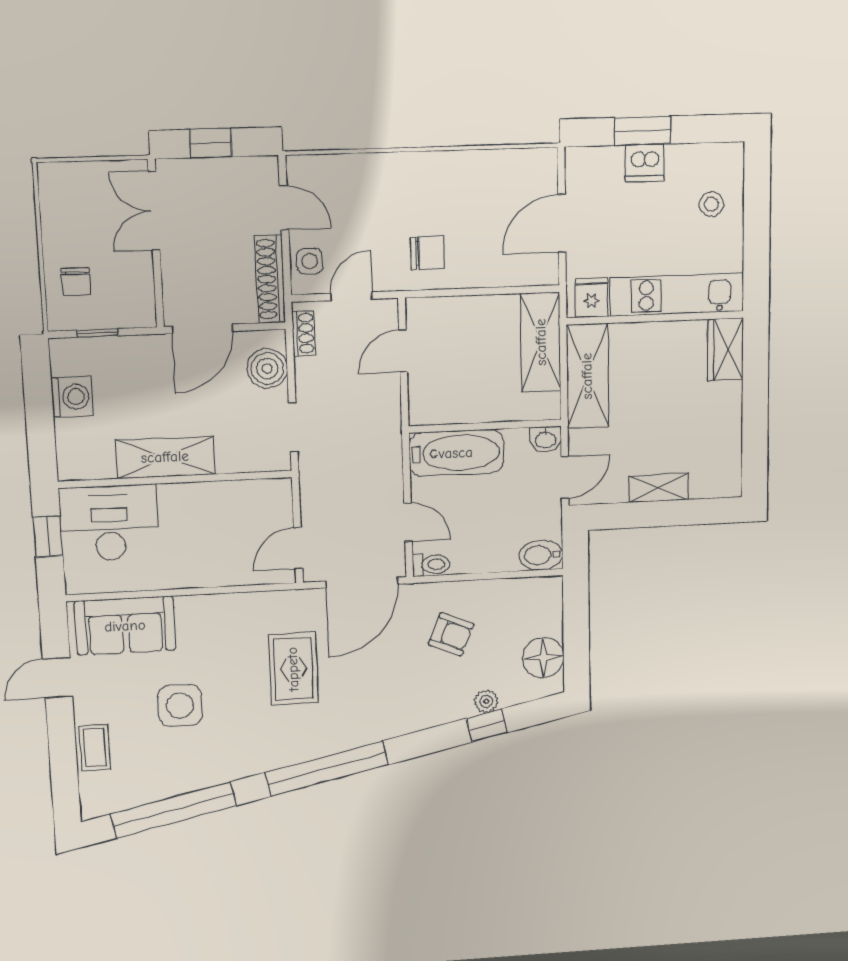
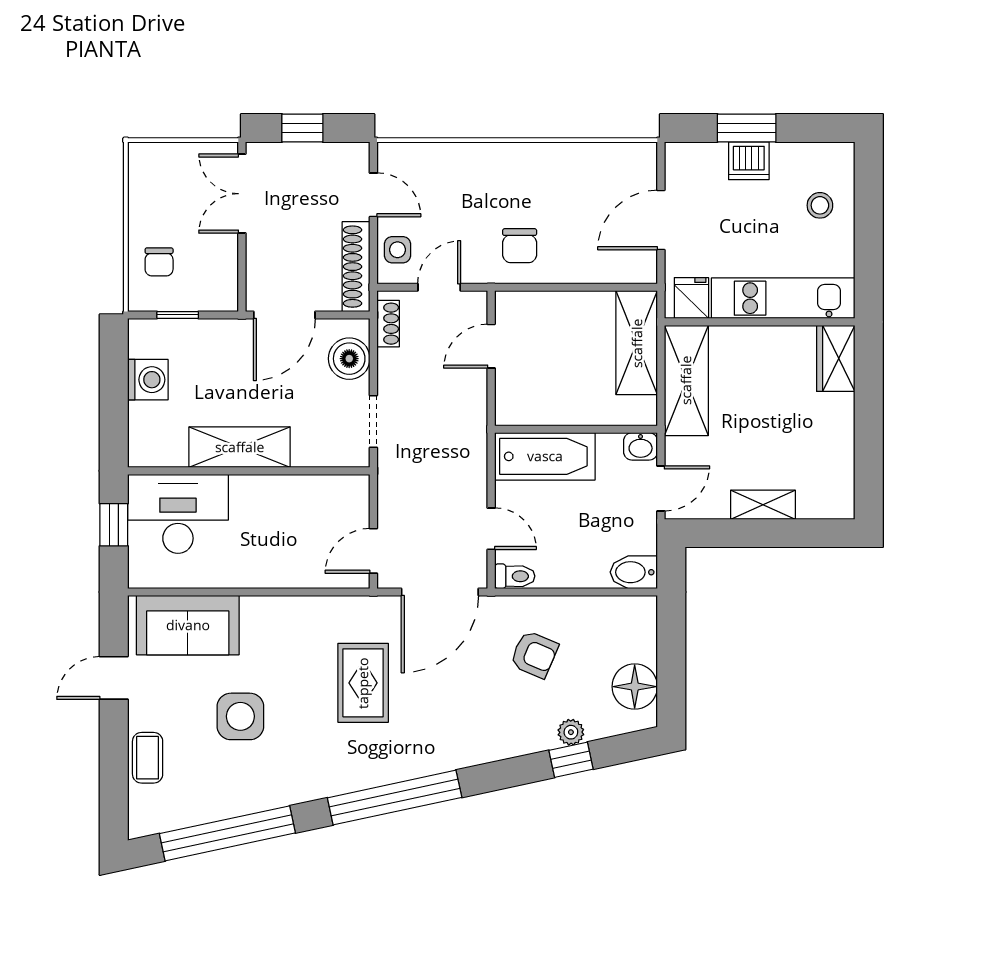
chair: (428, 253) -> (520, 246), turned 90

